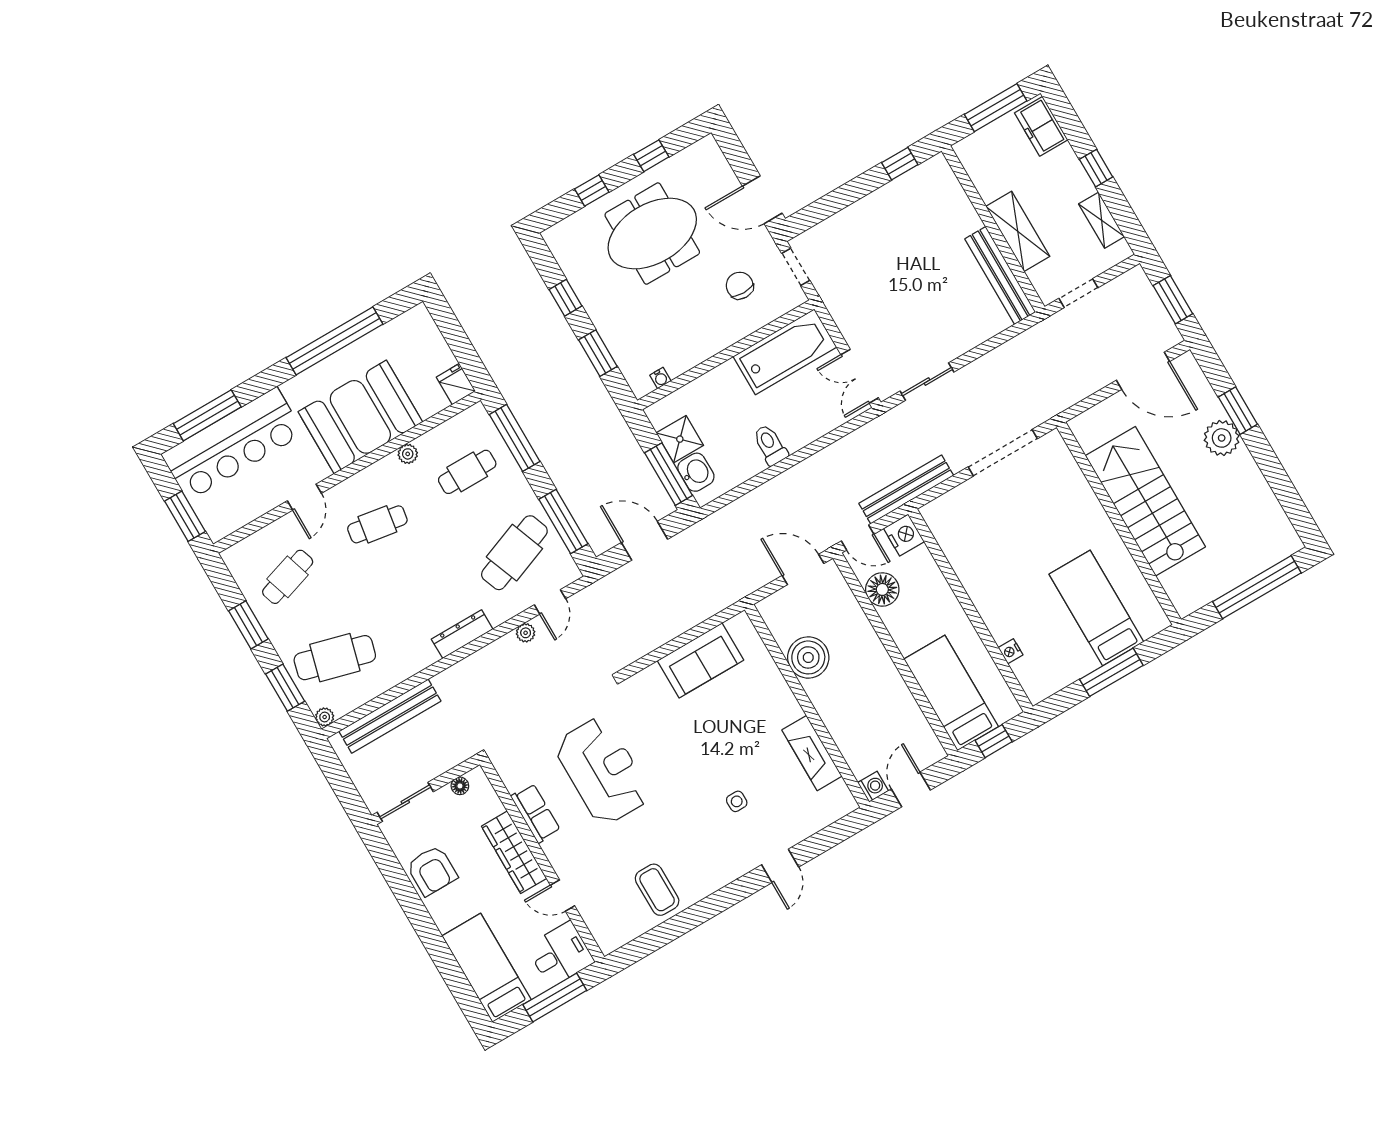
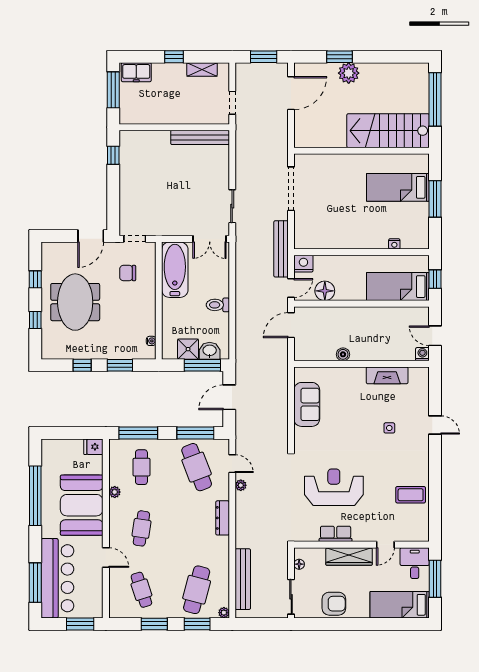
shelving: (1018, 231) -> (183, 115), removed
stairs: (1145, 501) -> (388, 131), moved
boiler: (808, 657) -> (343, 354), width x0.54, depth x0.54

